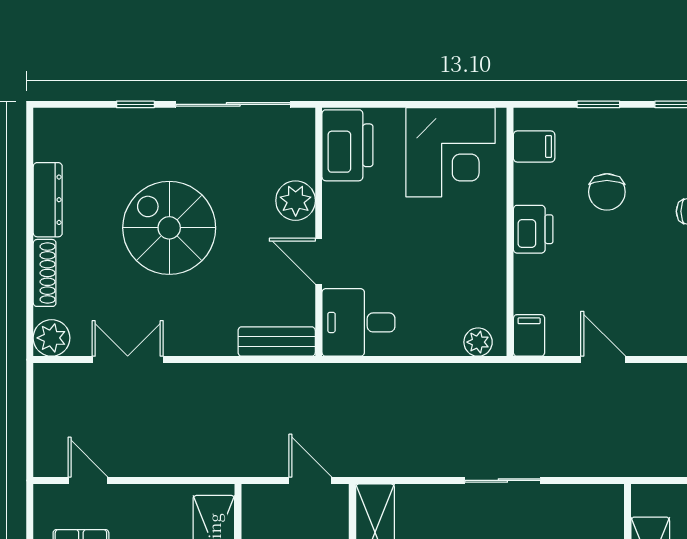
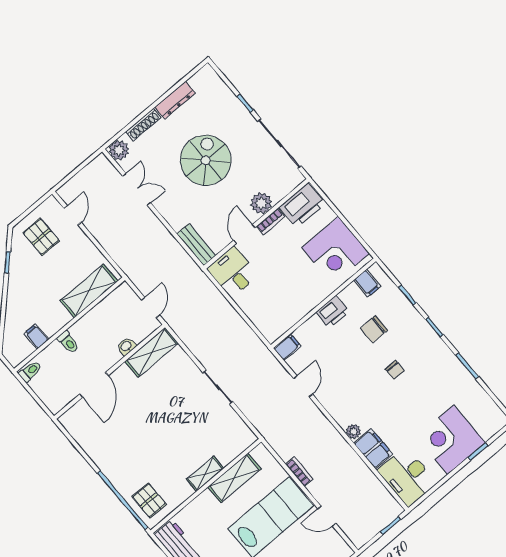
bookcase: (332, 209) -> (271, 221), added
plant: (478, 342) -> (267, 328), removed

